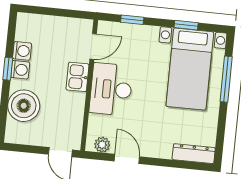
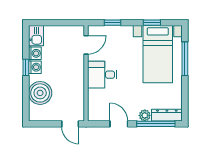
kitchen sink: (77, 77) -> (36, 36), moved, turned 180
desk: (111, 89) -> (102, 75), width x0.73
plant: (102, 145) -> (145, 115), moved
window: (177, 164) -> (156, 124), added

